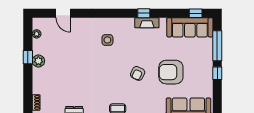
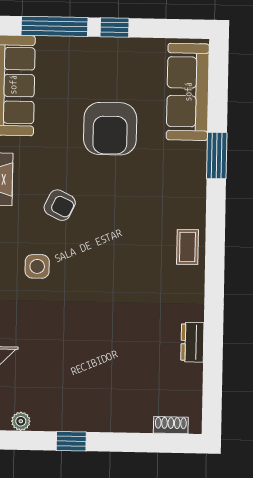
plant: (38, 61) -> (80, 418), removed
armchair: (138, 73) -> (60, 205), moved

